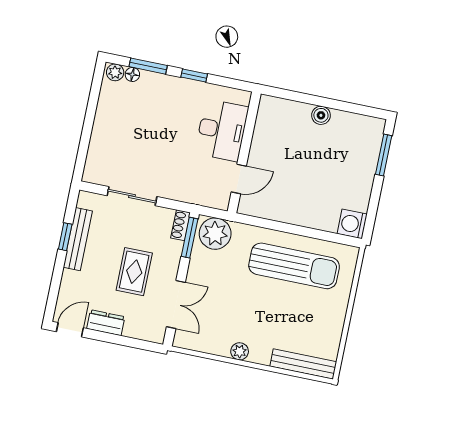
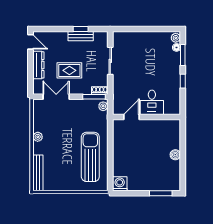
desk: (222, 130) -> (152, 102), width x0.73
door: (239, 179) -> (131, 117), swing flipped
plant: (215, 234) -> (103, 106), width x0.53, depth x0.53
bench: (78, 239) -> (81, 36), width x0.73
sun lounger: (294, 266) -> (90, 157), turned 180
double door: (176, 305) -> (56, 97), swing flipped
dresser: (106, 323) -> (38, 65), width x1.44

